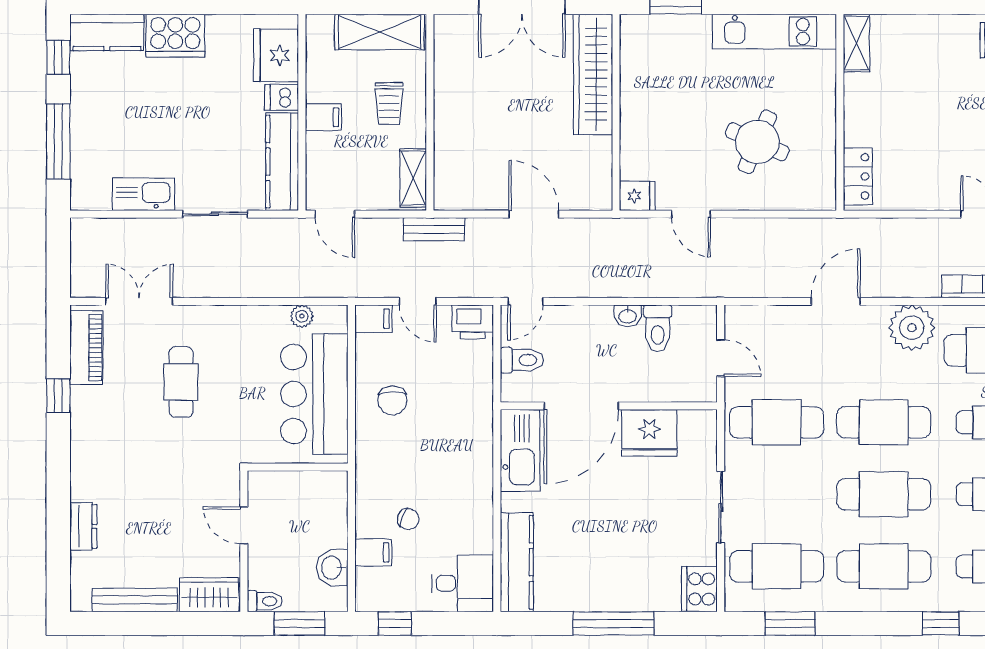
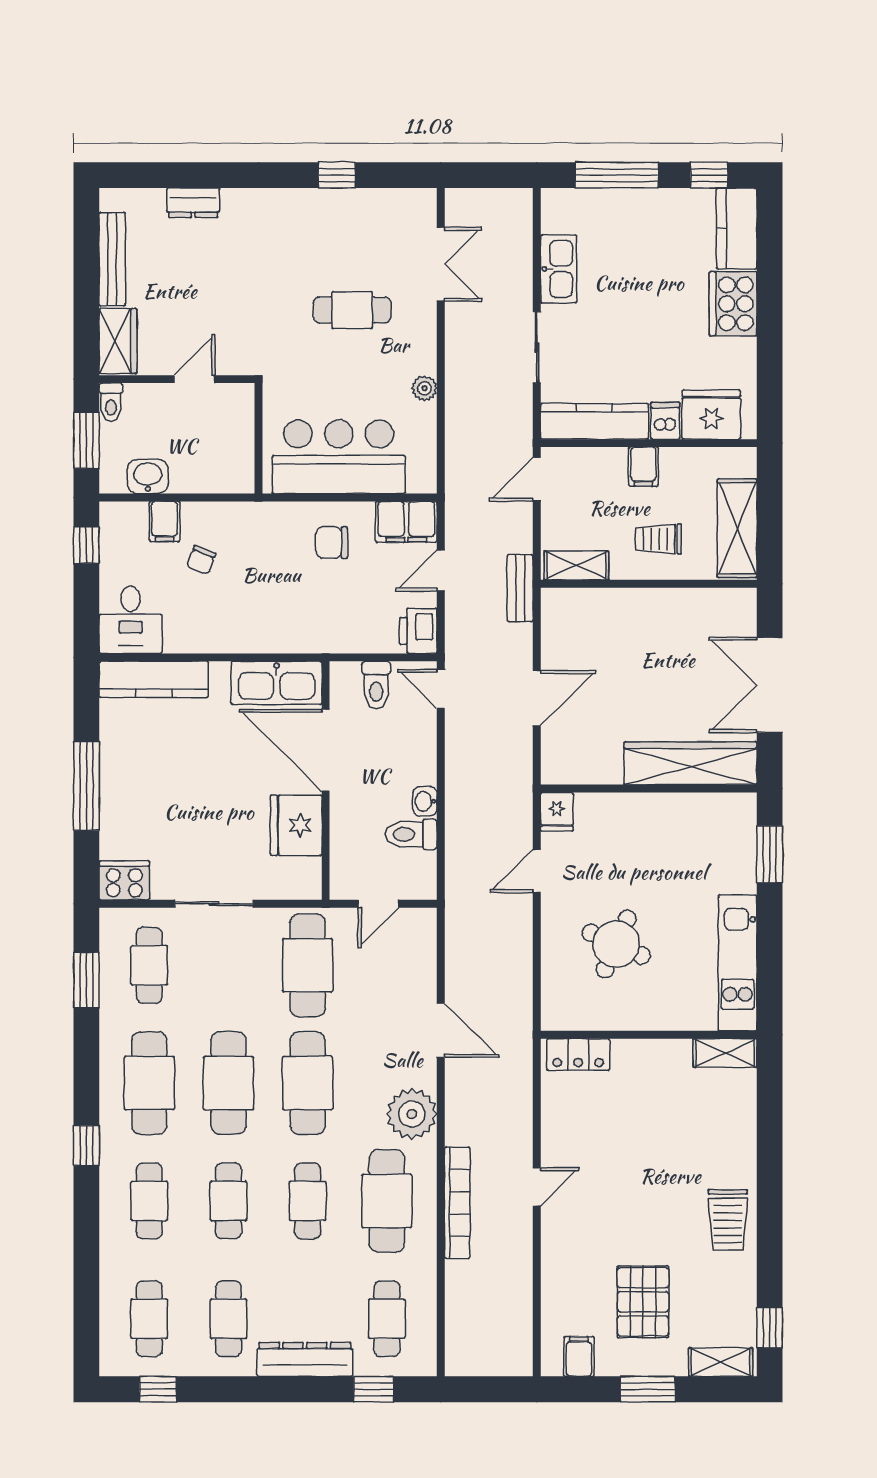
plant: (302, 316) -> (424, 388), moved
filing cabinet: (373, 319) -> (406, 522), width x2.00
piano: (86, 348) -> (390, 206), removed
cafe table: (777, 566) -> (149, 965), width x0.73, depth x0.74

